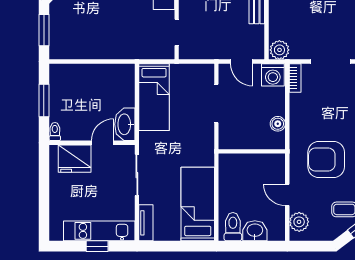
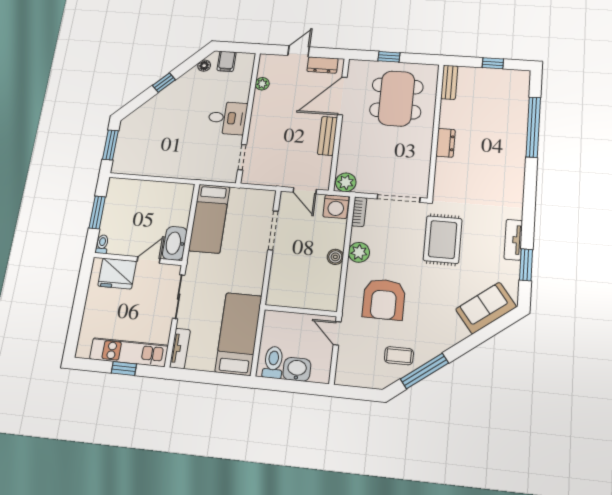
wall: (252, 151) -> (301, 311), moved
armchair: (326, 160) -> (384, 299), turned -90
plant: (299, 222) -> (359, 252), moved

